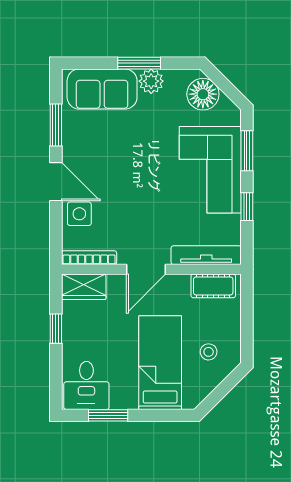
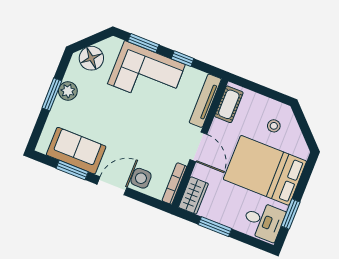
sofa: (102, 89) -> (76, 151), moved, turned -90
window: (56, 329) -> (215, 227), width x1.50
bed: (160, 363) -> (265, 170), width x1.50

